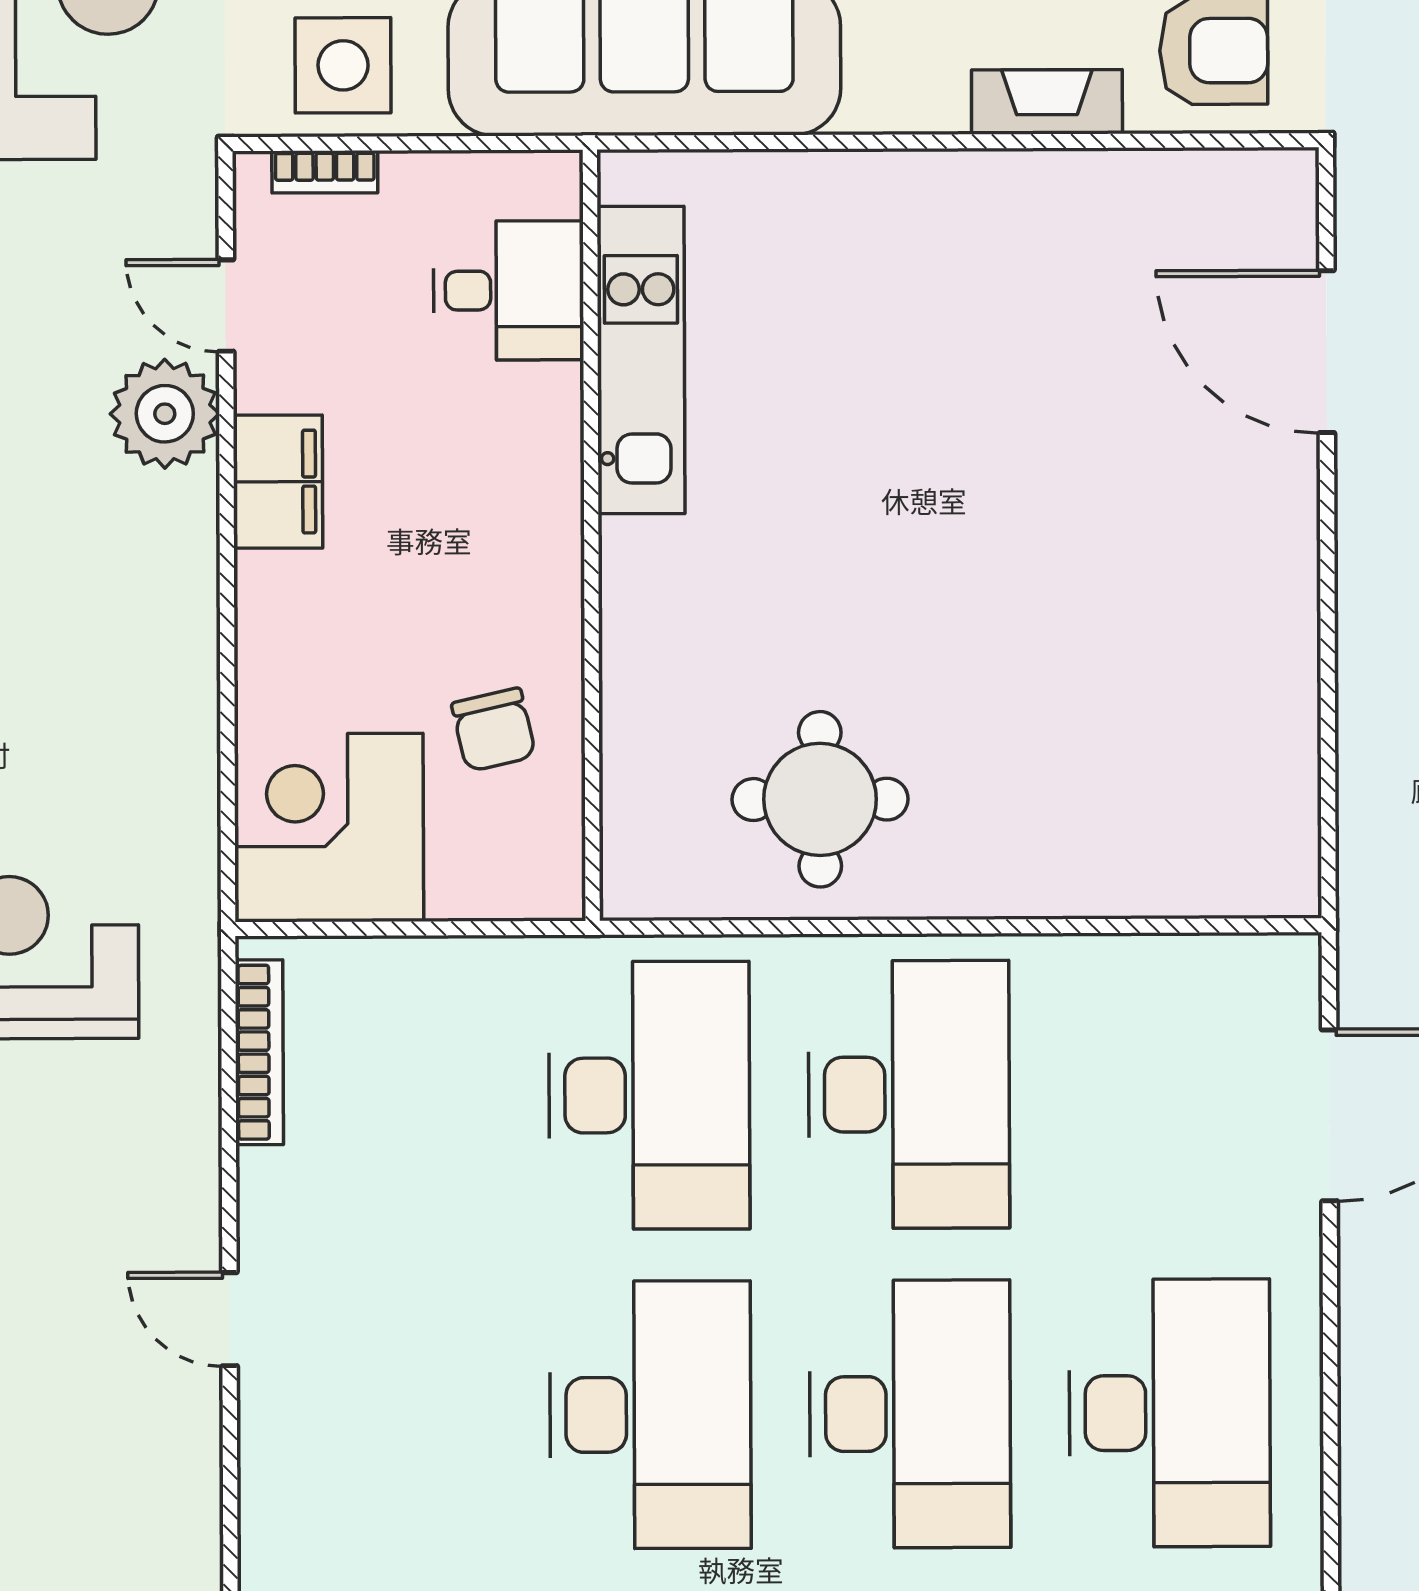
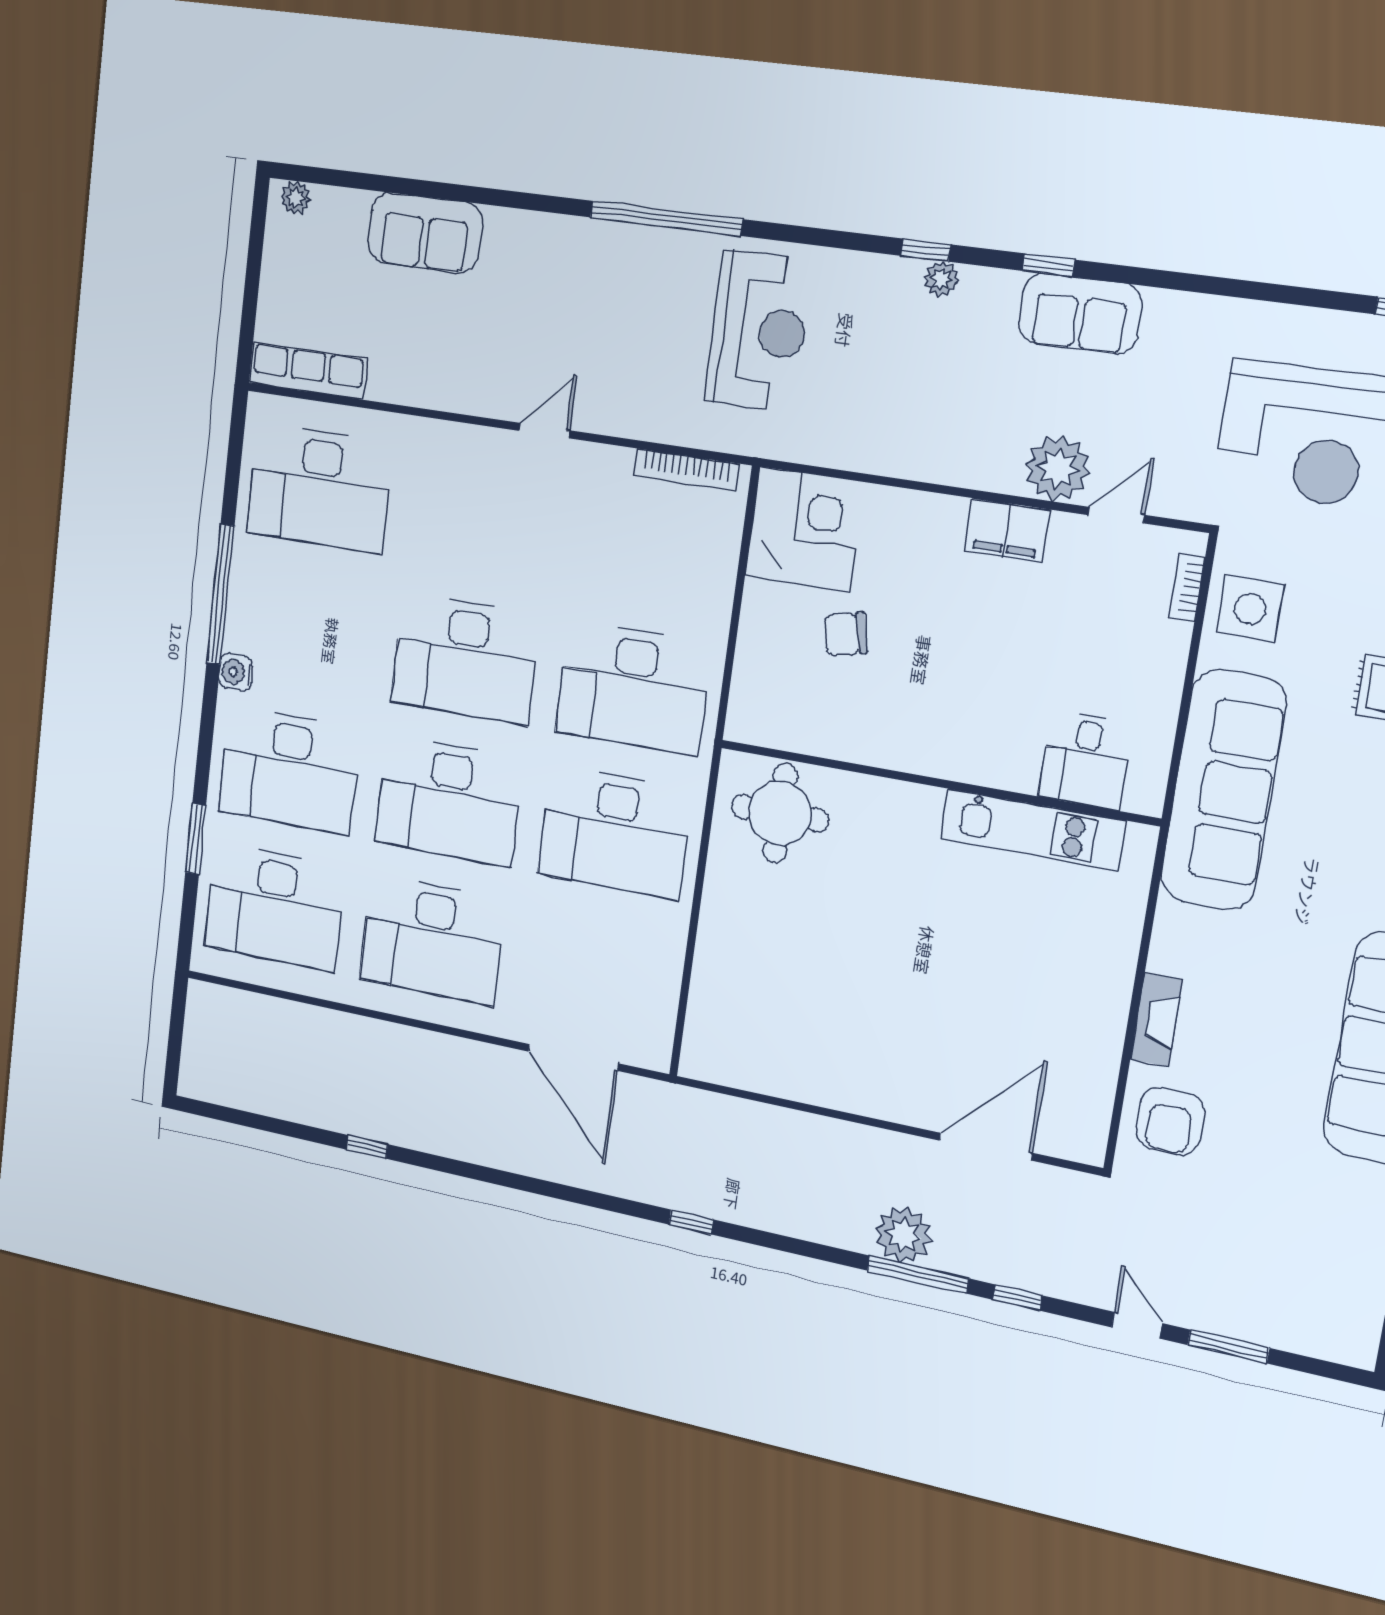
desk: (508, 290) -> (1086, 760), moved
kitchen unit: (641, 360) -> (1032, 830), moved
wall: (591, 535) -> (936, 782), moved

